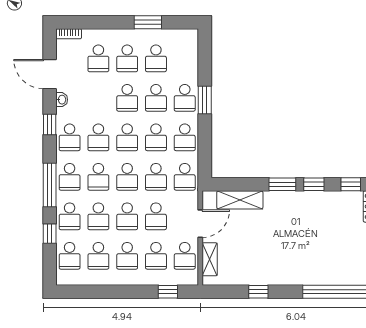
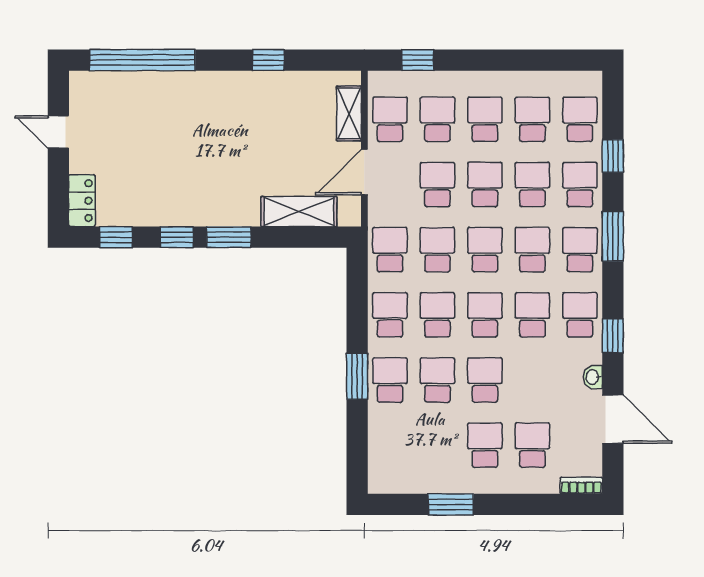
school desk: (156, 58) -> (437, 445), removed
window: (50, 185) -> (613, 236), width x0.69

